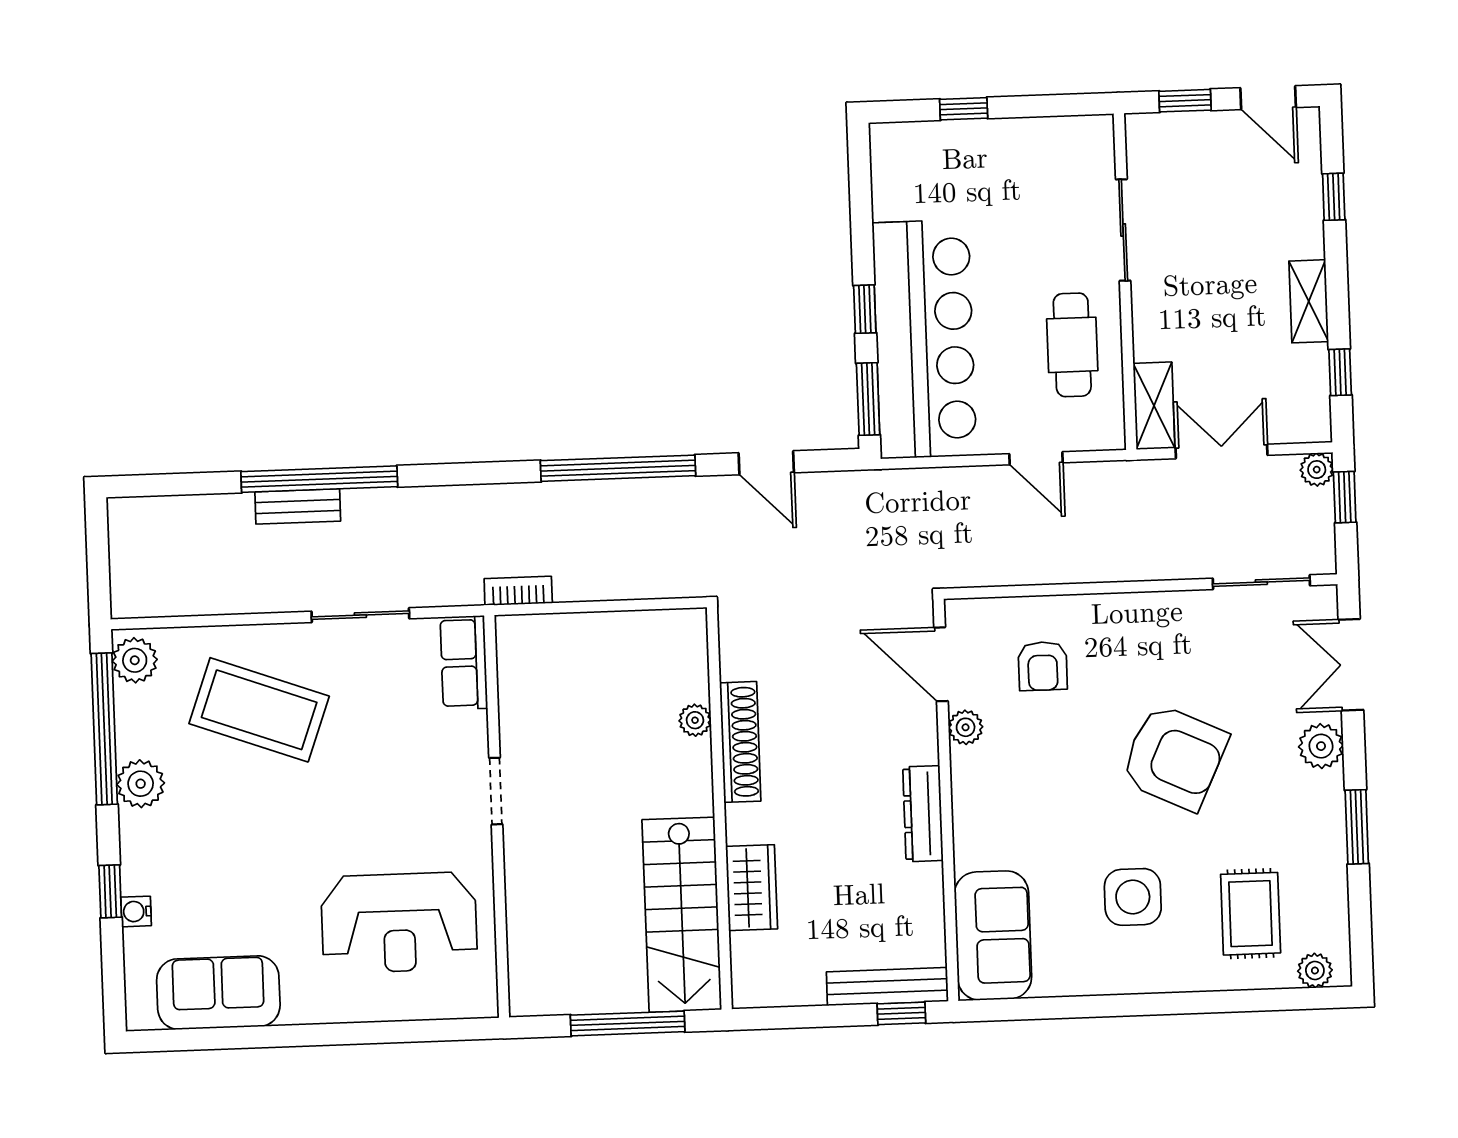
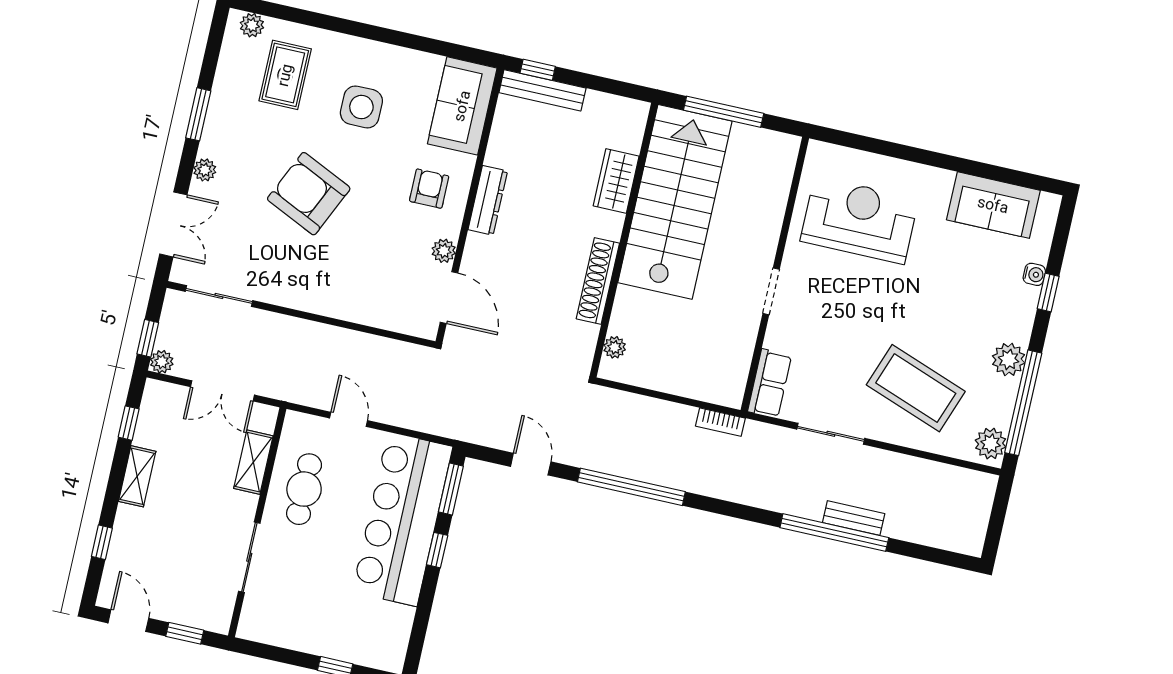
shelving: (1154, 406) -> (253, 462), moved
armchair: (1043, 666) -> (429, 189), moved
plant: (695, 720) -> (615, 347), moved
plant: (1321, 746) -> (205, 170), width x0.73, depth x0.73
stairs: (682, 915) -> (675, 202), width x1.36, depth x1.51

